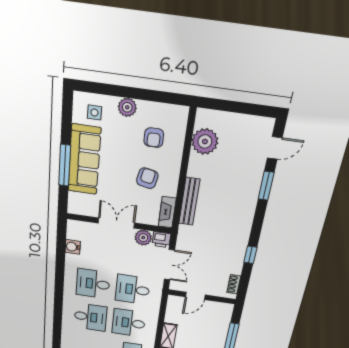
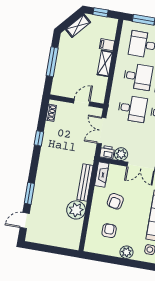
plant: (205, 141) -> (76, 210), moved

